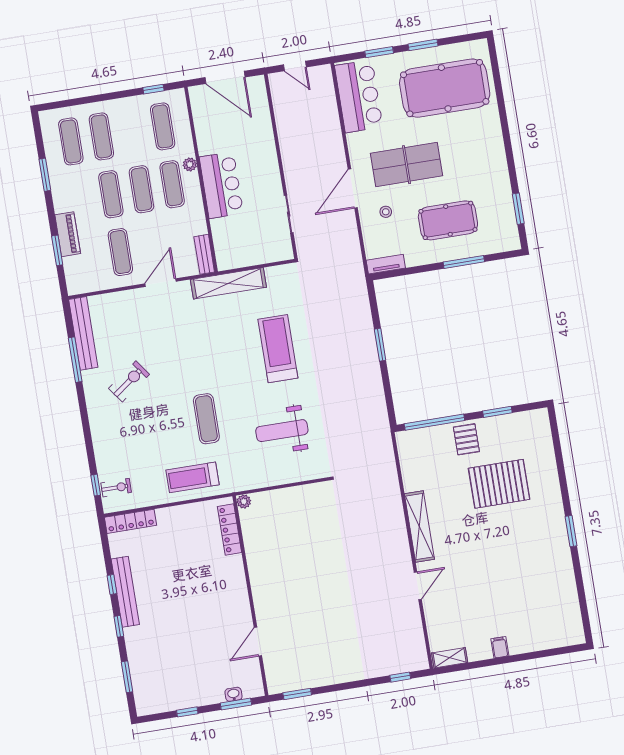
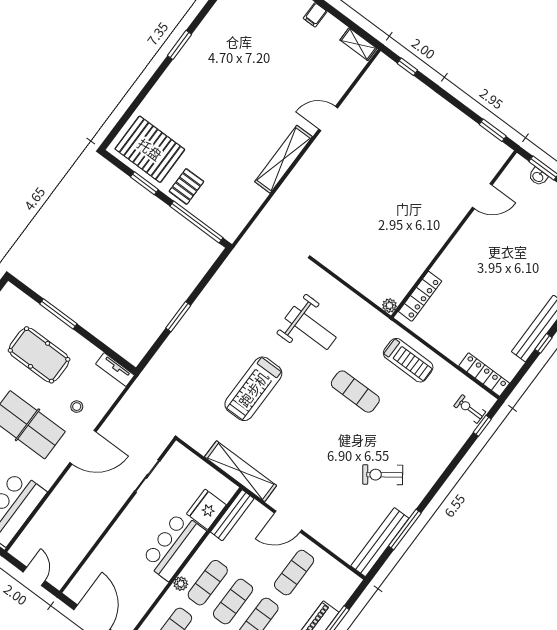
fridge: (225, 233) -> (206, 509), added
bench: (204, 254) -> (232, 515), width x1.36
exercise mat: (206, 419) -> (355, 392), turned 90
pallet: (499, 484) -> (150, 149), moved

